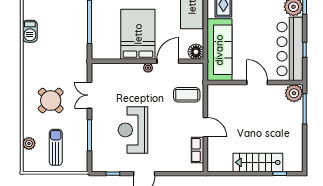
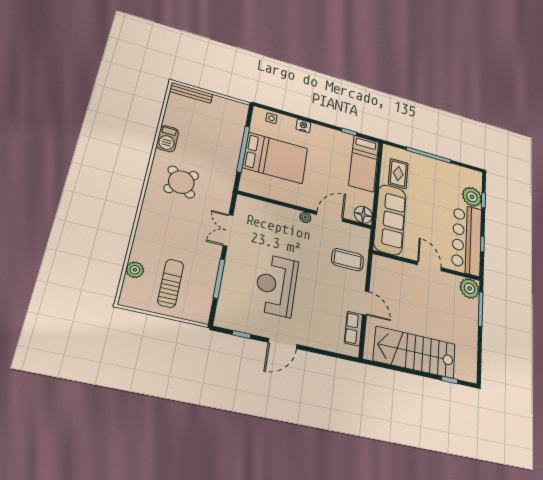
bed: (138, 34) -> (275, 158), moved, turned 90
round table: (51, 101) -> (181, 182), moved
stairs: (258, 162) -> (415, 352), width x1.36, depth x1.51

